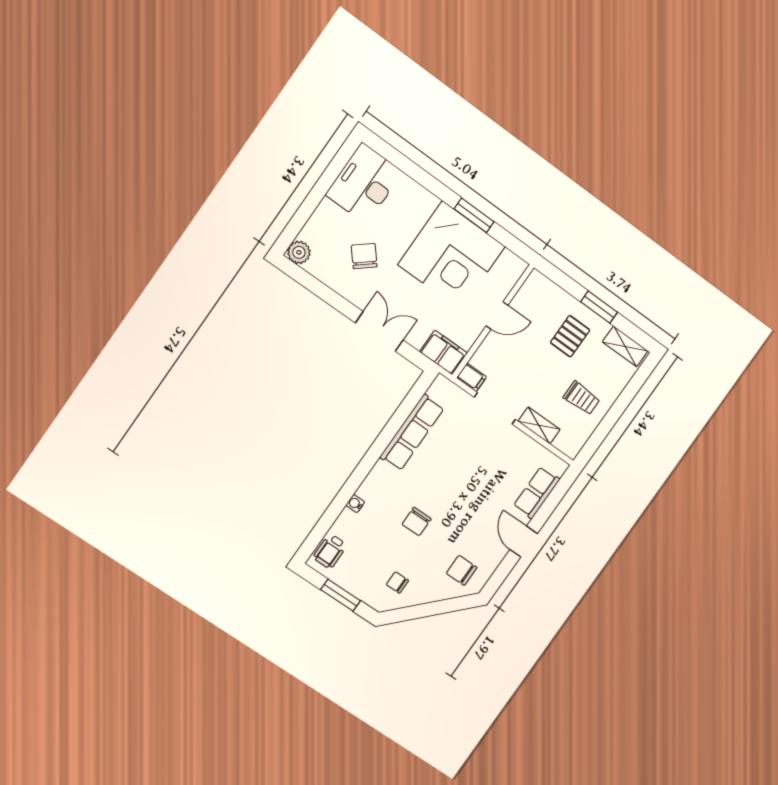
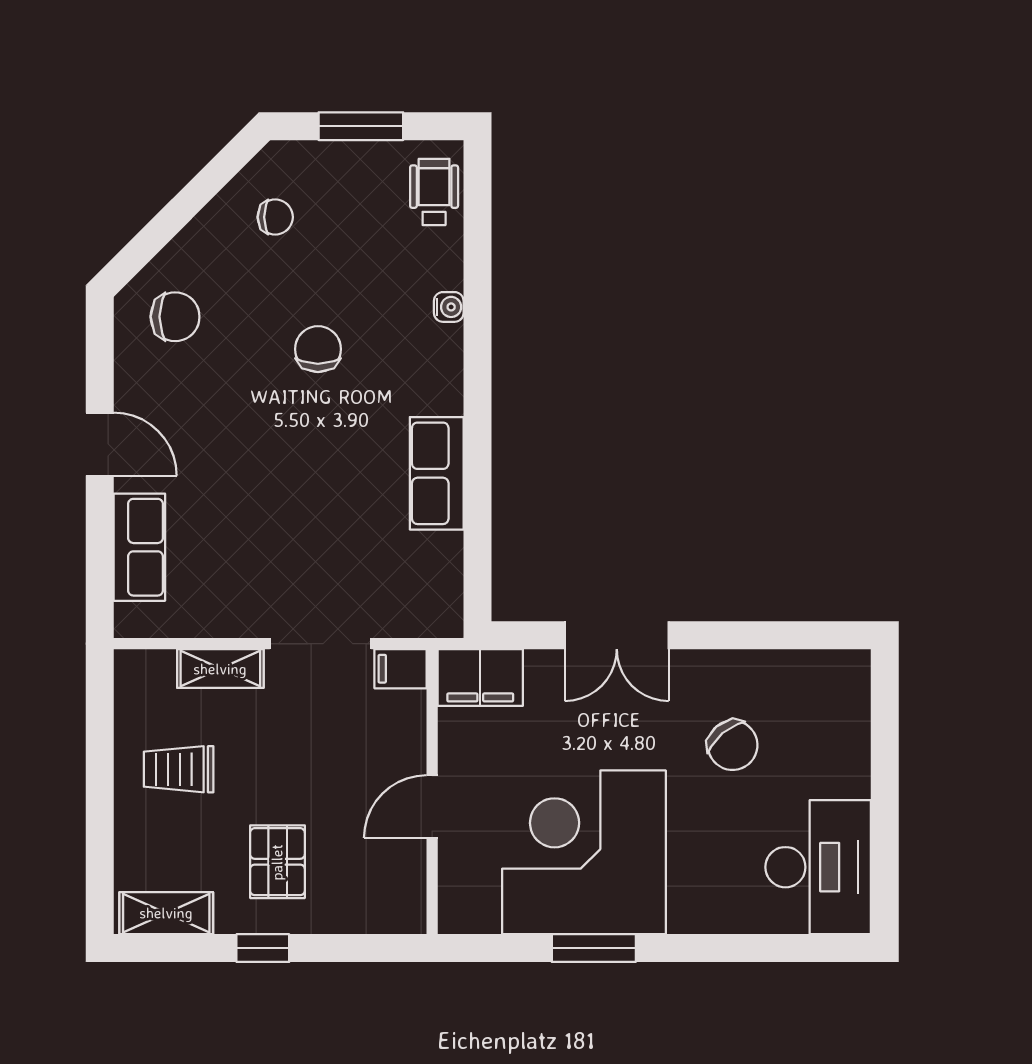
plant: (299, 252) -> (847, 673), removed
window: (599, 307) -> (263, 948), width x0.67
row of seats: (412, 433) -> (437, 473), width x0.68

